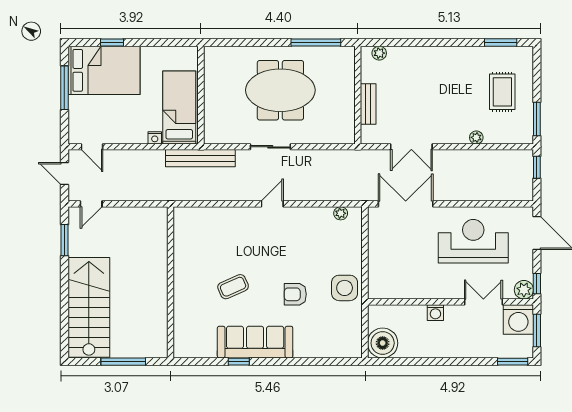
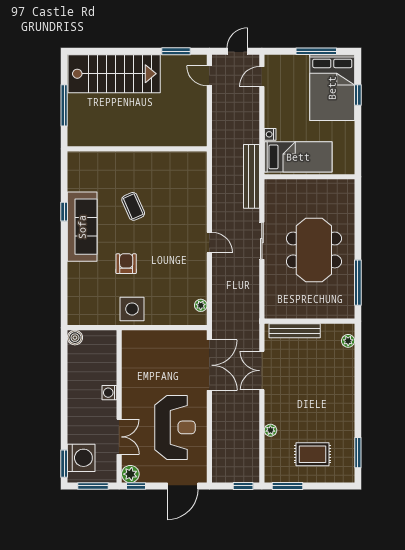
bench: (368, 104) -> (295, 331), width x1.36
washing machine: (518, 320) -> (81, 458), moved, turned 180
boiler: (383, 343) -> (75, 338), width x0.54, depth x0.54

